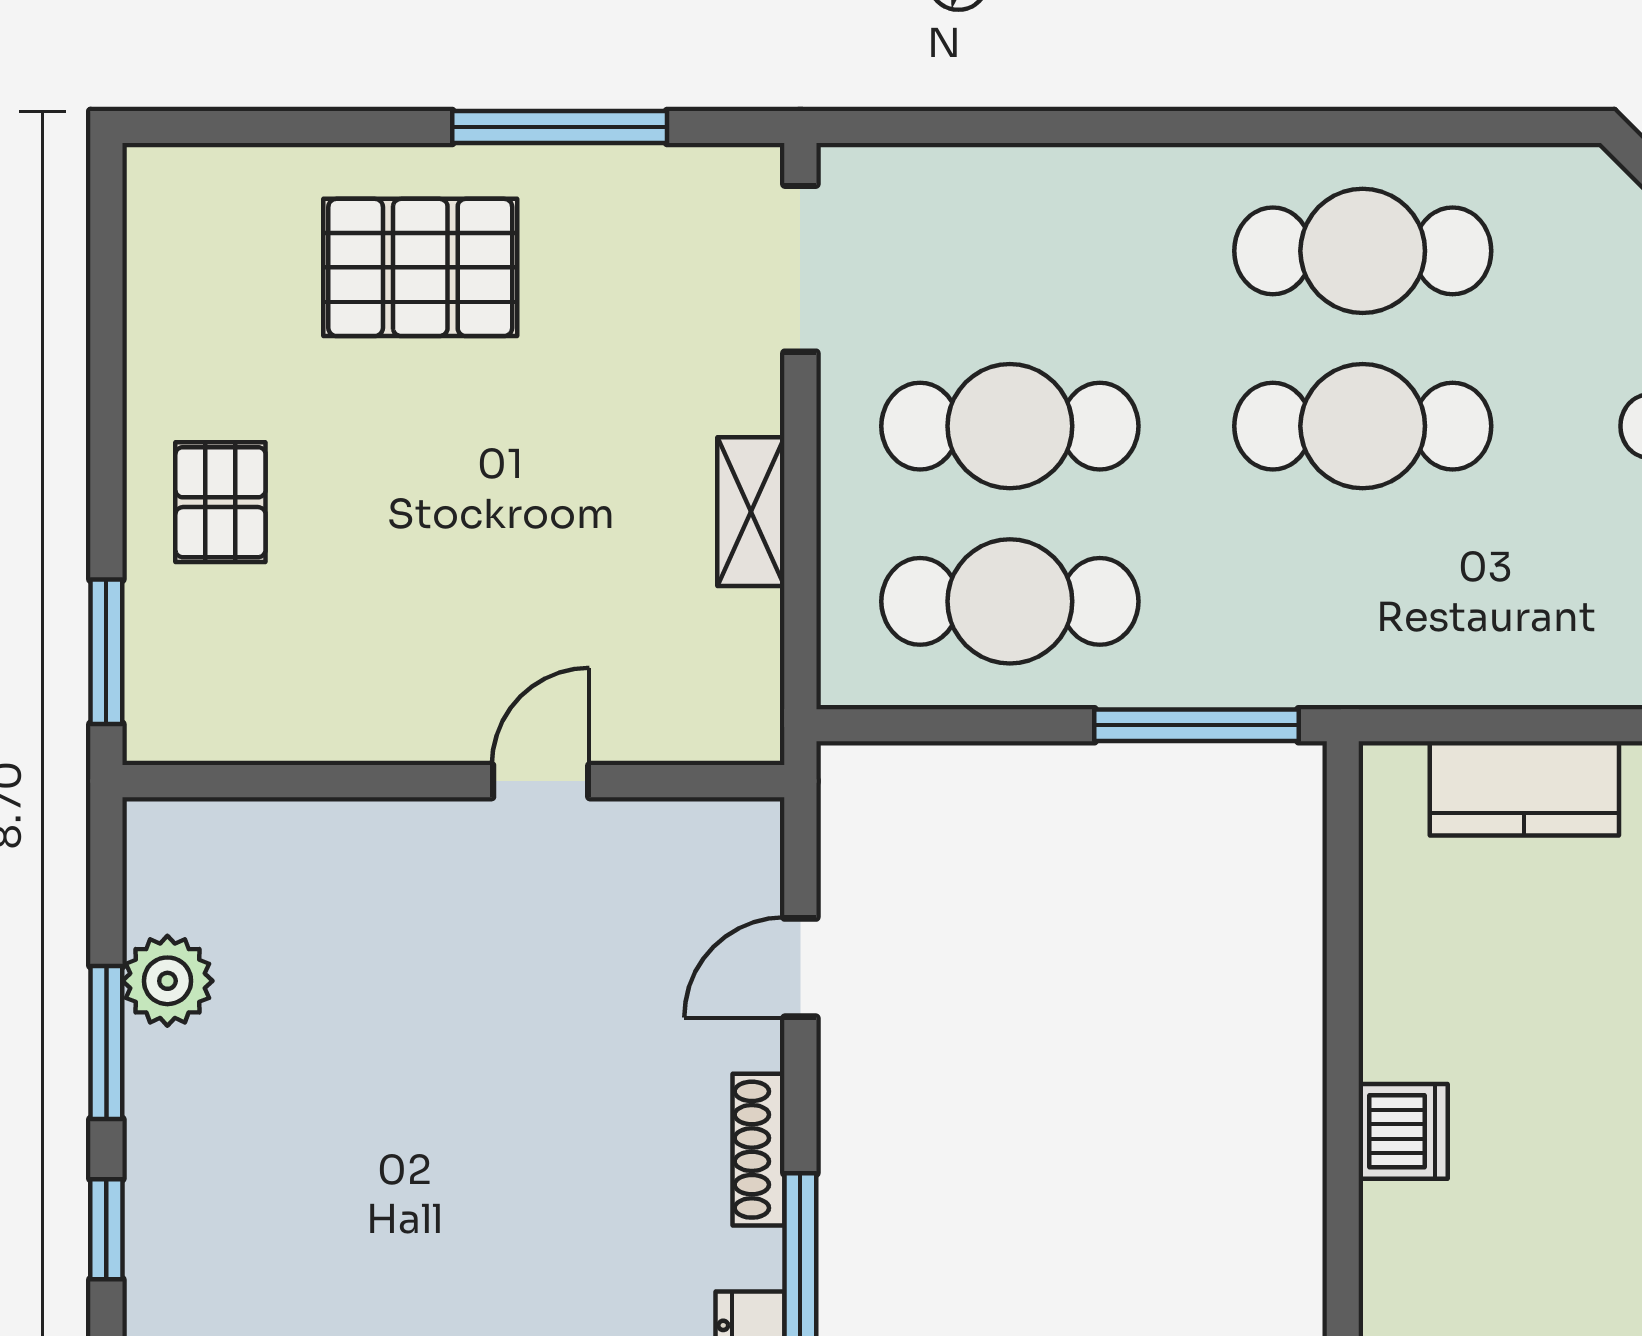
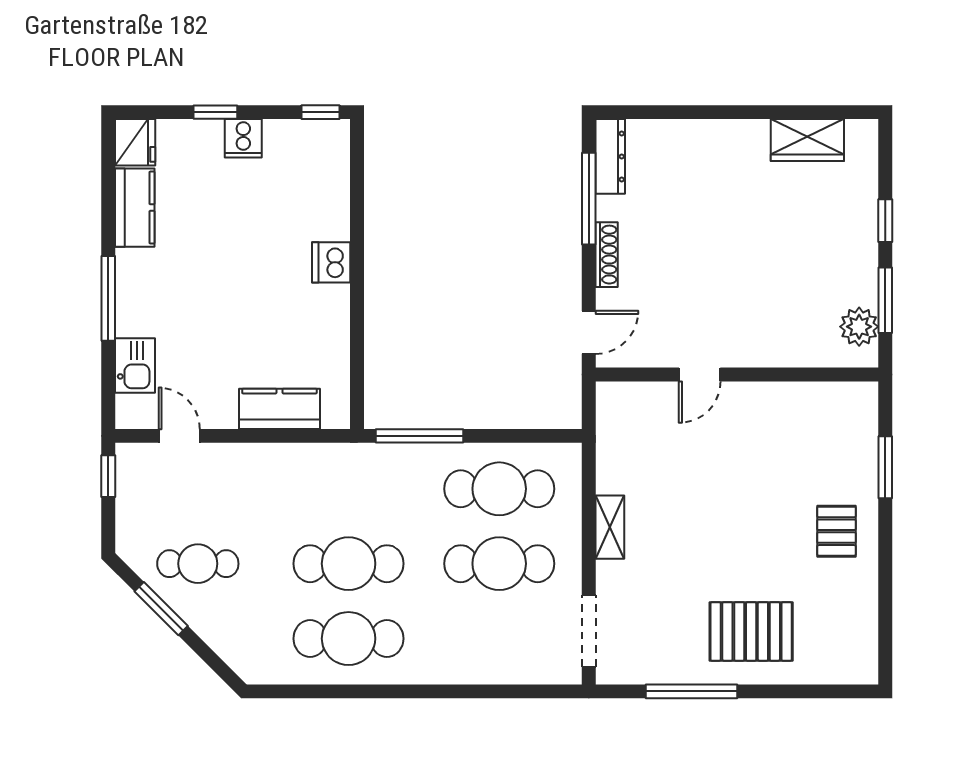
wall: (453, 781) -> (737, 375), moved
door: (541, 781) -> (700, 375), moved

